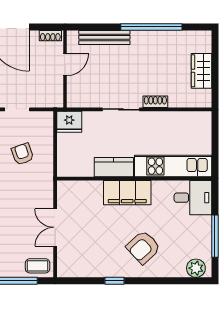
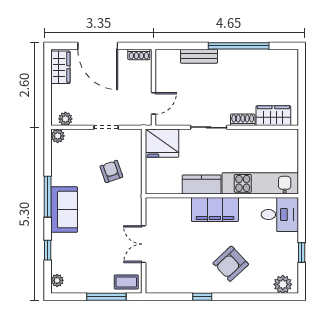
bench: (104, 37) -> (199, 56), width x0.73
door: (65, 65) -> (153, 103), moved
wardrobe: (202, 71) -> (273, 116), moved, turned 90
fridge: (69, 122) -> (162, 143), width x1.36, depth x1.34
window: (215, 236) -> (302, 253), width x0.46

